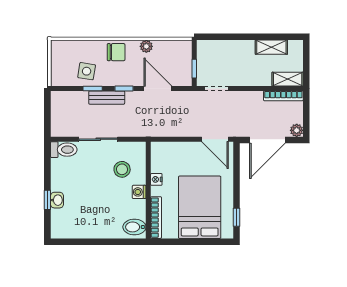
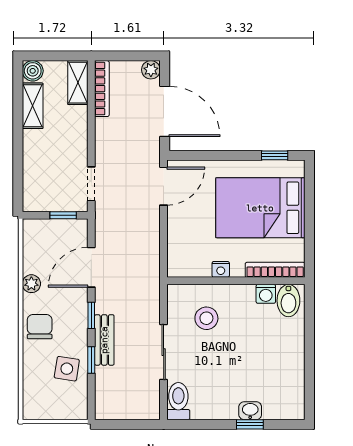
boiler: (296, 47) -> (33, 71), added
washing machine: (139, 192) -> (266, 294), moved

